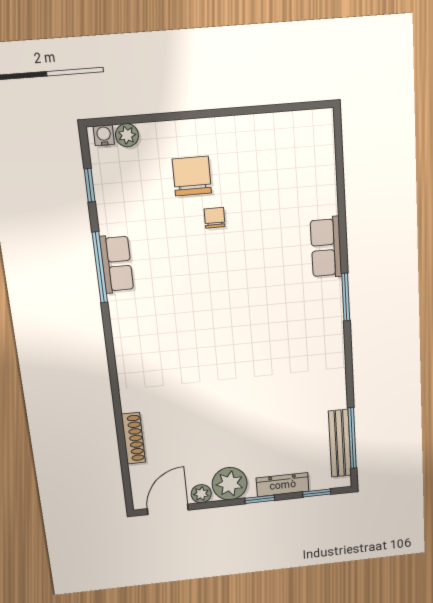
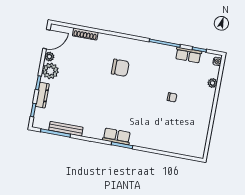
plant: (127, 135) -> (213, 83), moved
chair: (192, 176) -> (120, 68), moved
row of seats: (326, 248) -> (117, 136), moved
row of seats: (117, 264) -> (188, 55), moved
bench: (340, 443) -> (66, 129), moved
door: (168, 509) -> (46, 39), hinge flipped

